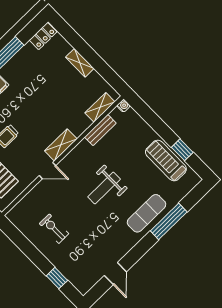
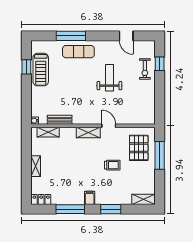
weight bench: (104, 188) -> (109, 78), moved, turned -90
exercise bike: (54, 229) -> (145, 69), moved
door: (115, 274) -> (126, 36), swing flipped

